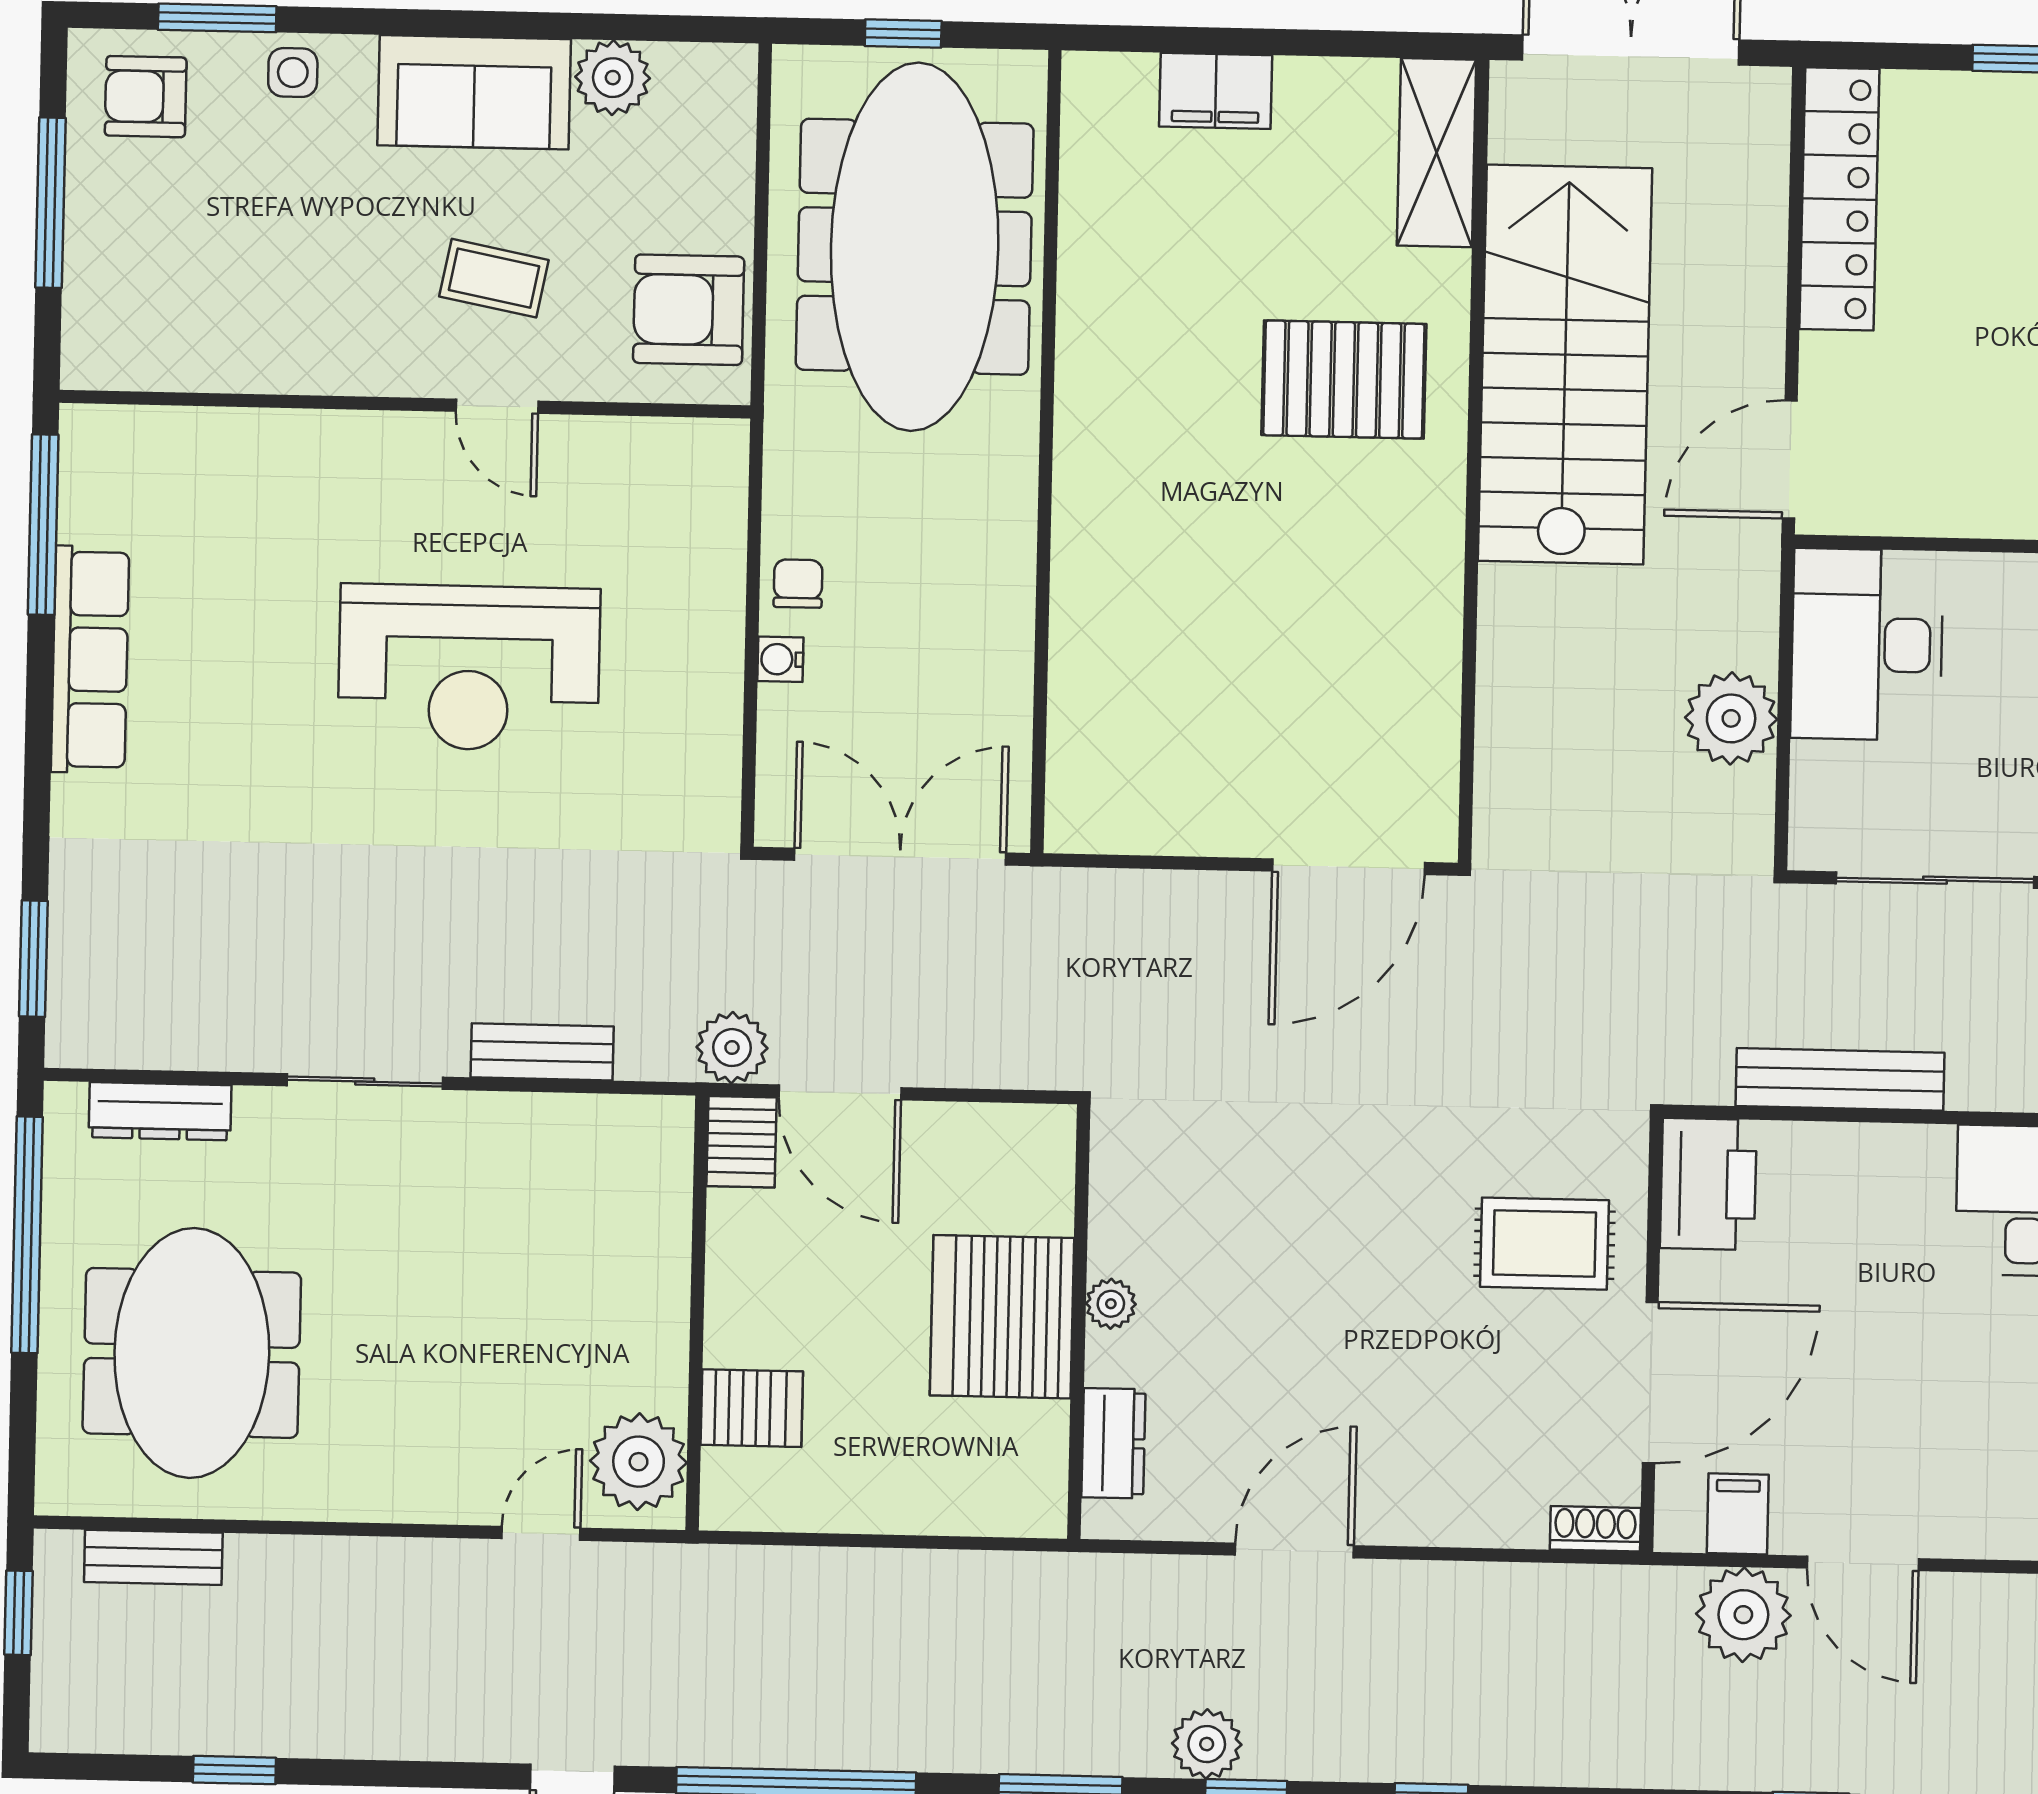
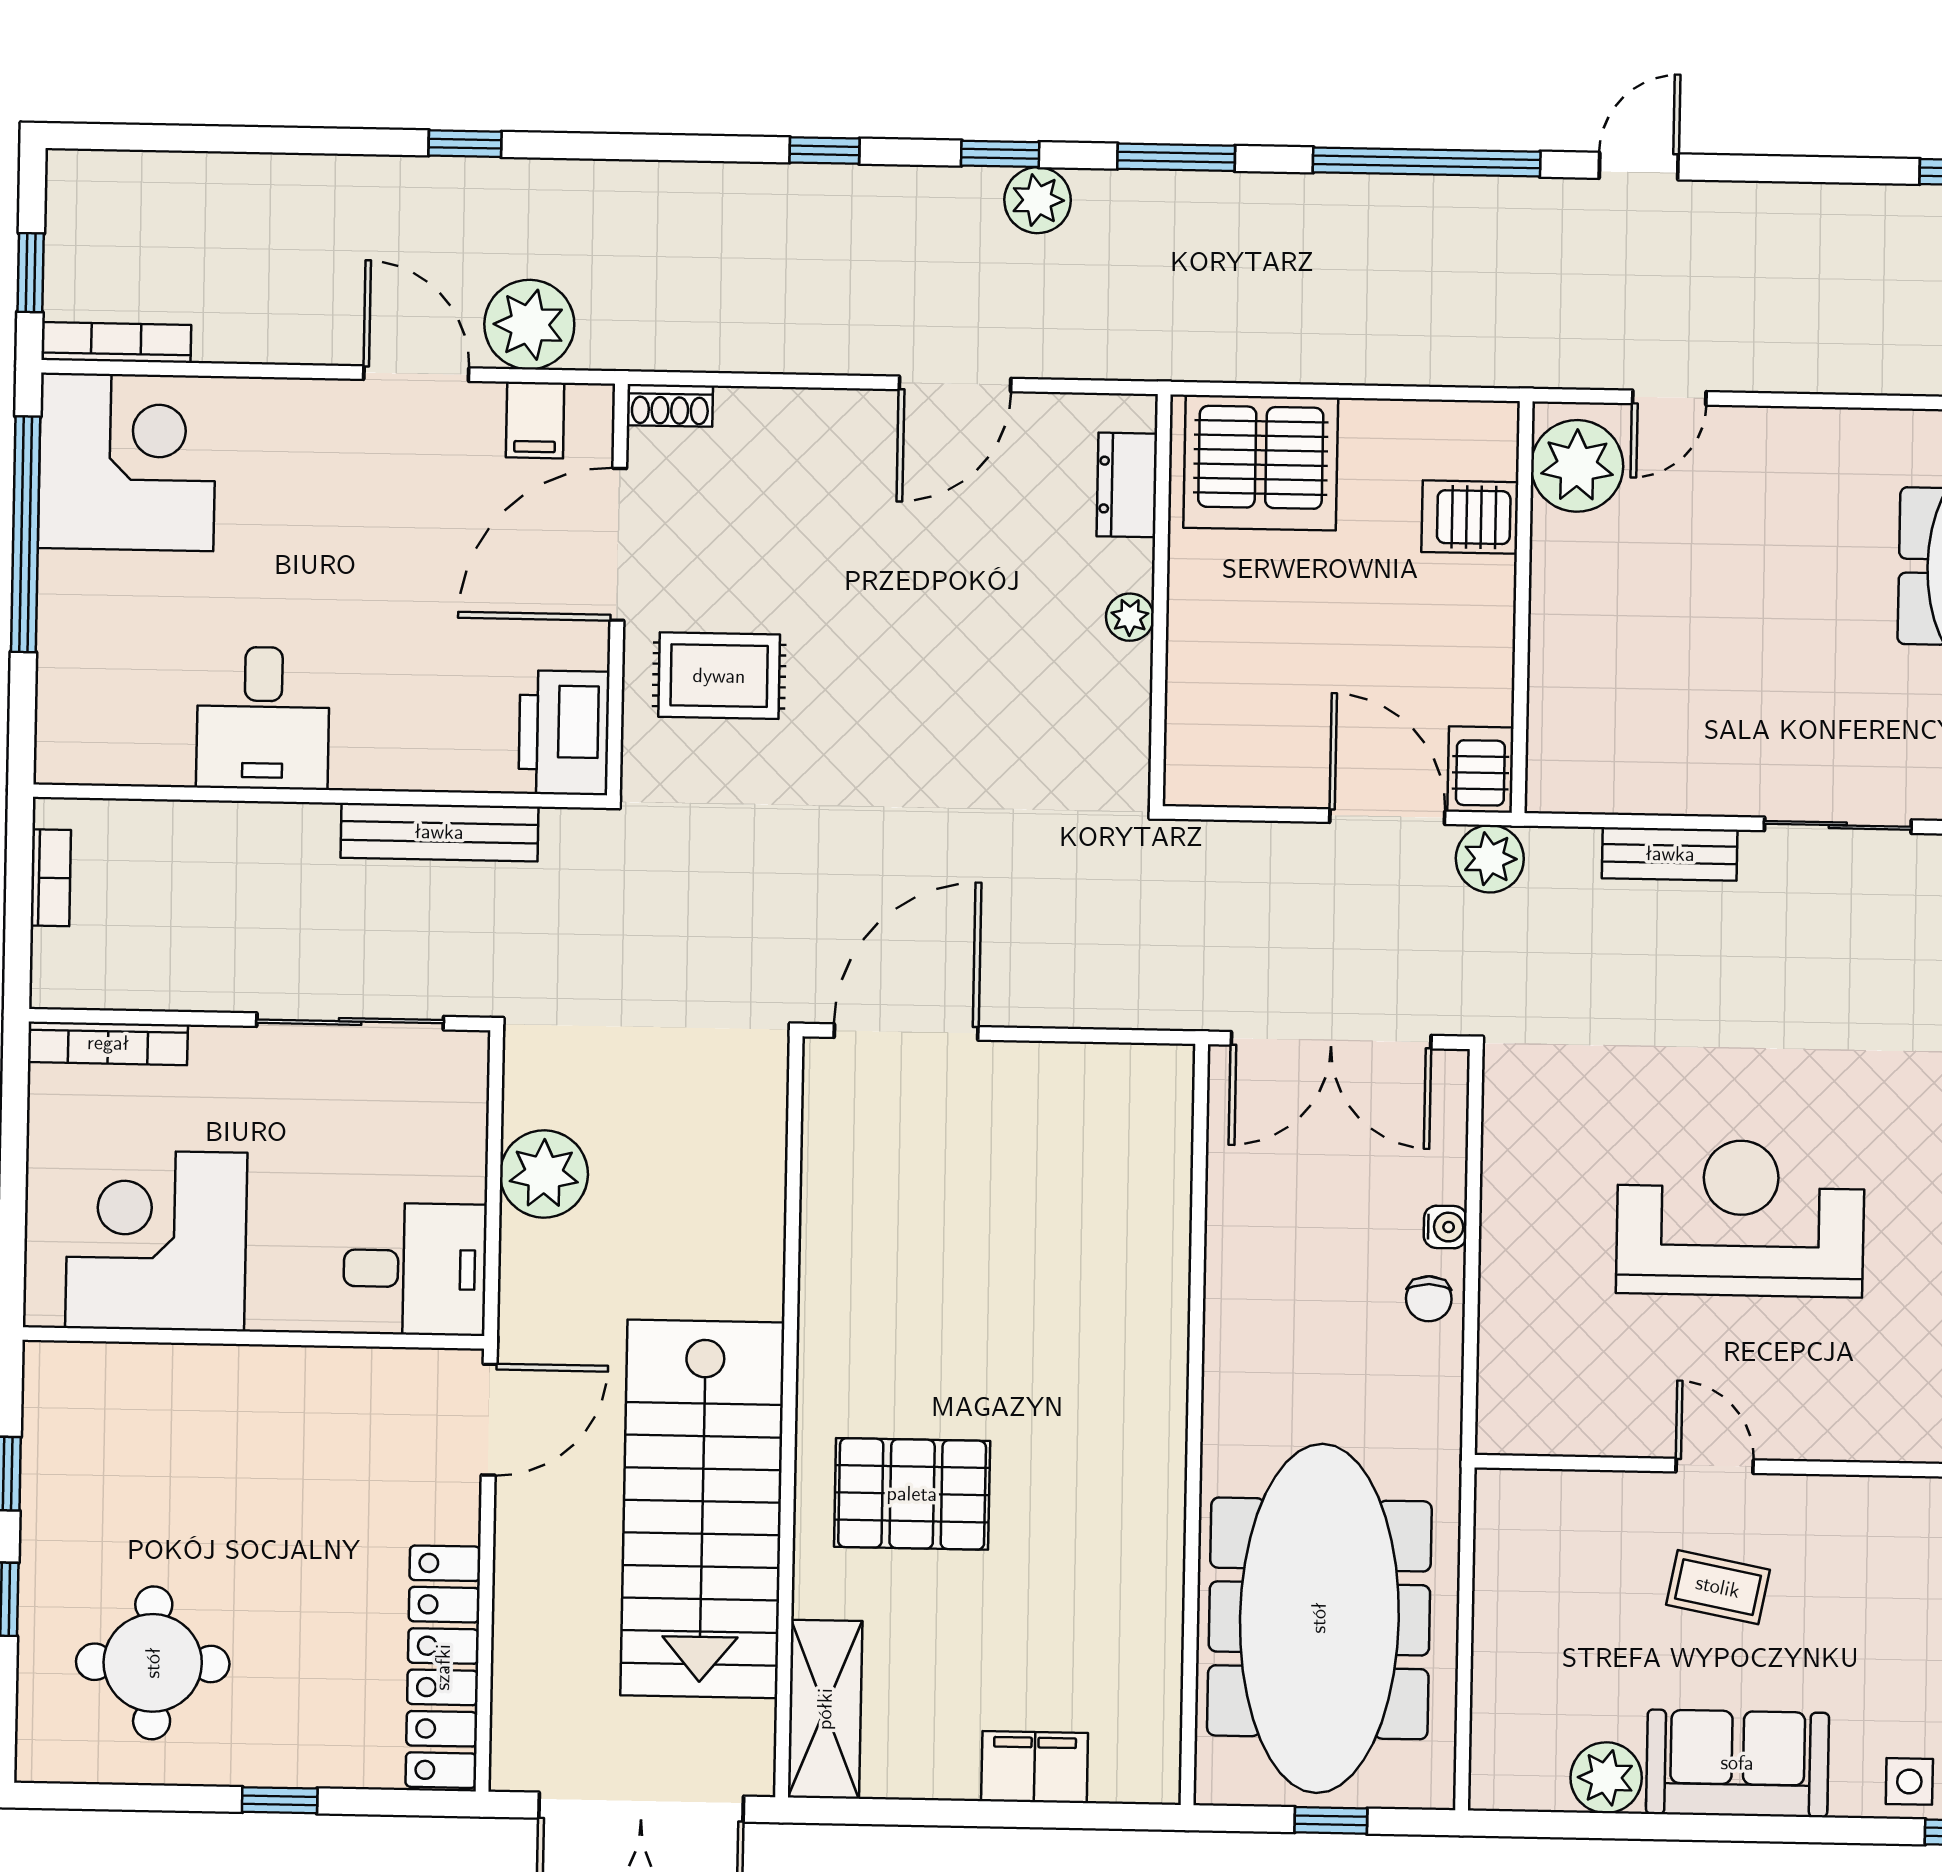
armchair: (689, 310) -> (1533, 1558), removed
desk: (1867, 644) -> (415, 1269), width x0.73
server rack: (1002, 1317) -> (1261, 463), moved, turned 90

